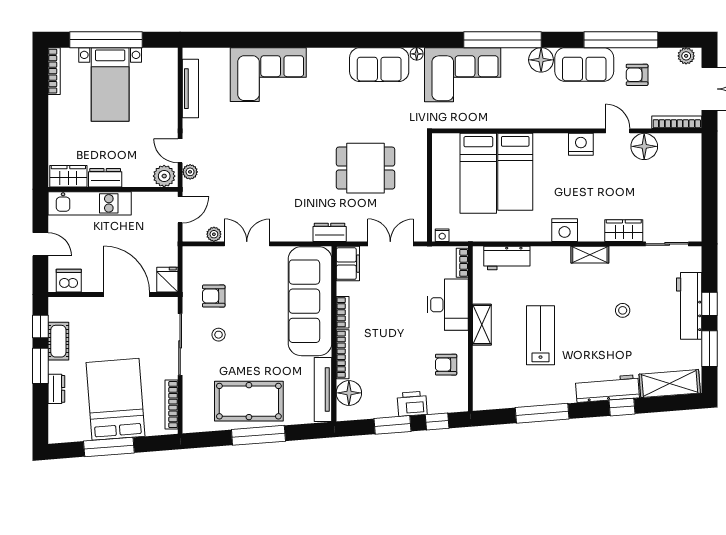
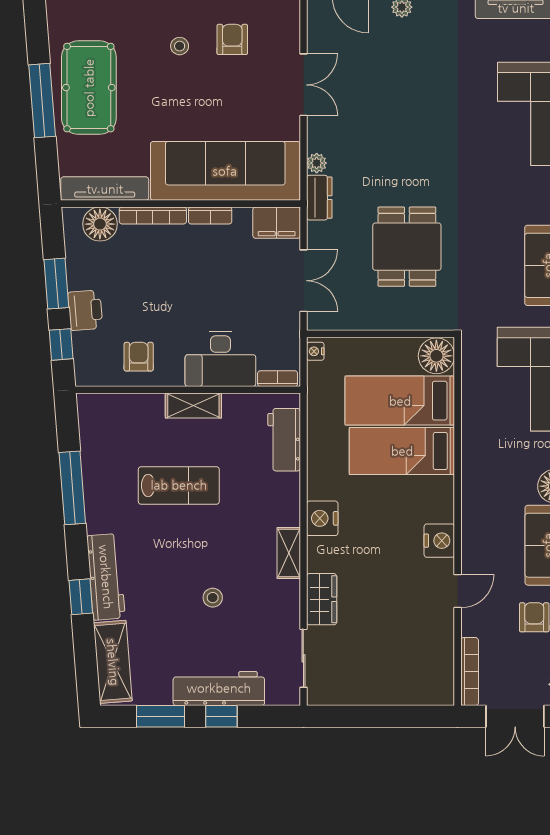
floor lamp: (644, 146) -> (436, 356), moved
plant: (214, 234) -> (317, 163), moved

